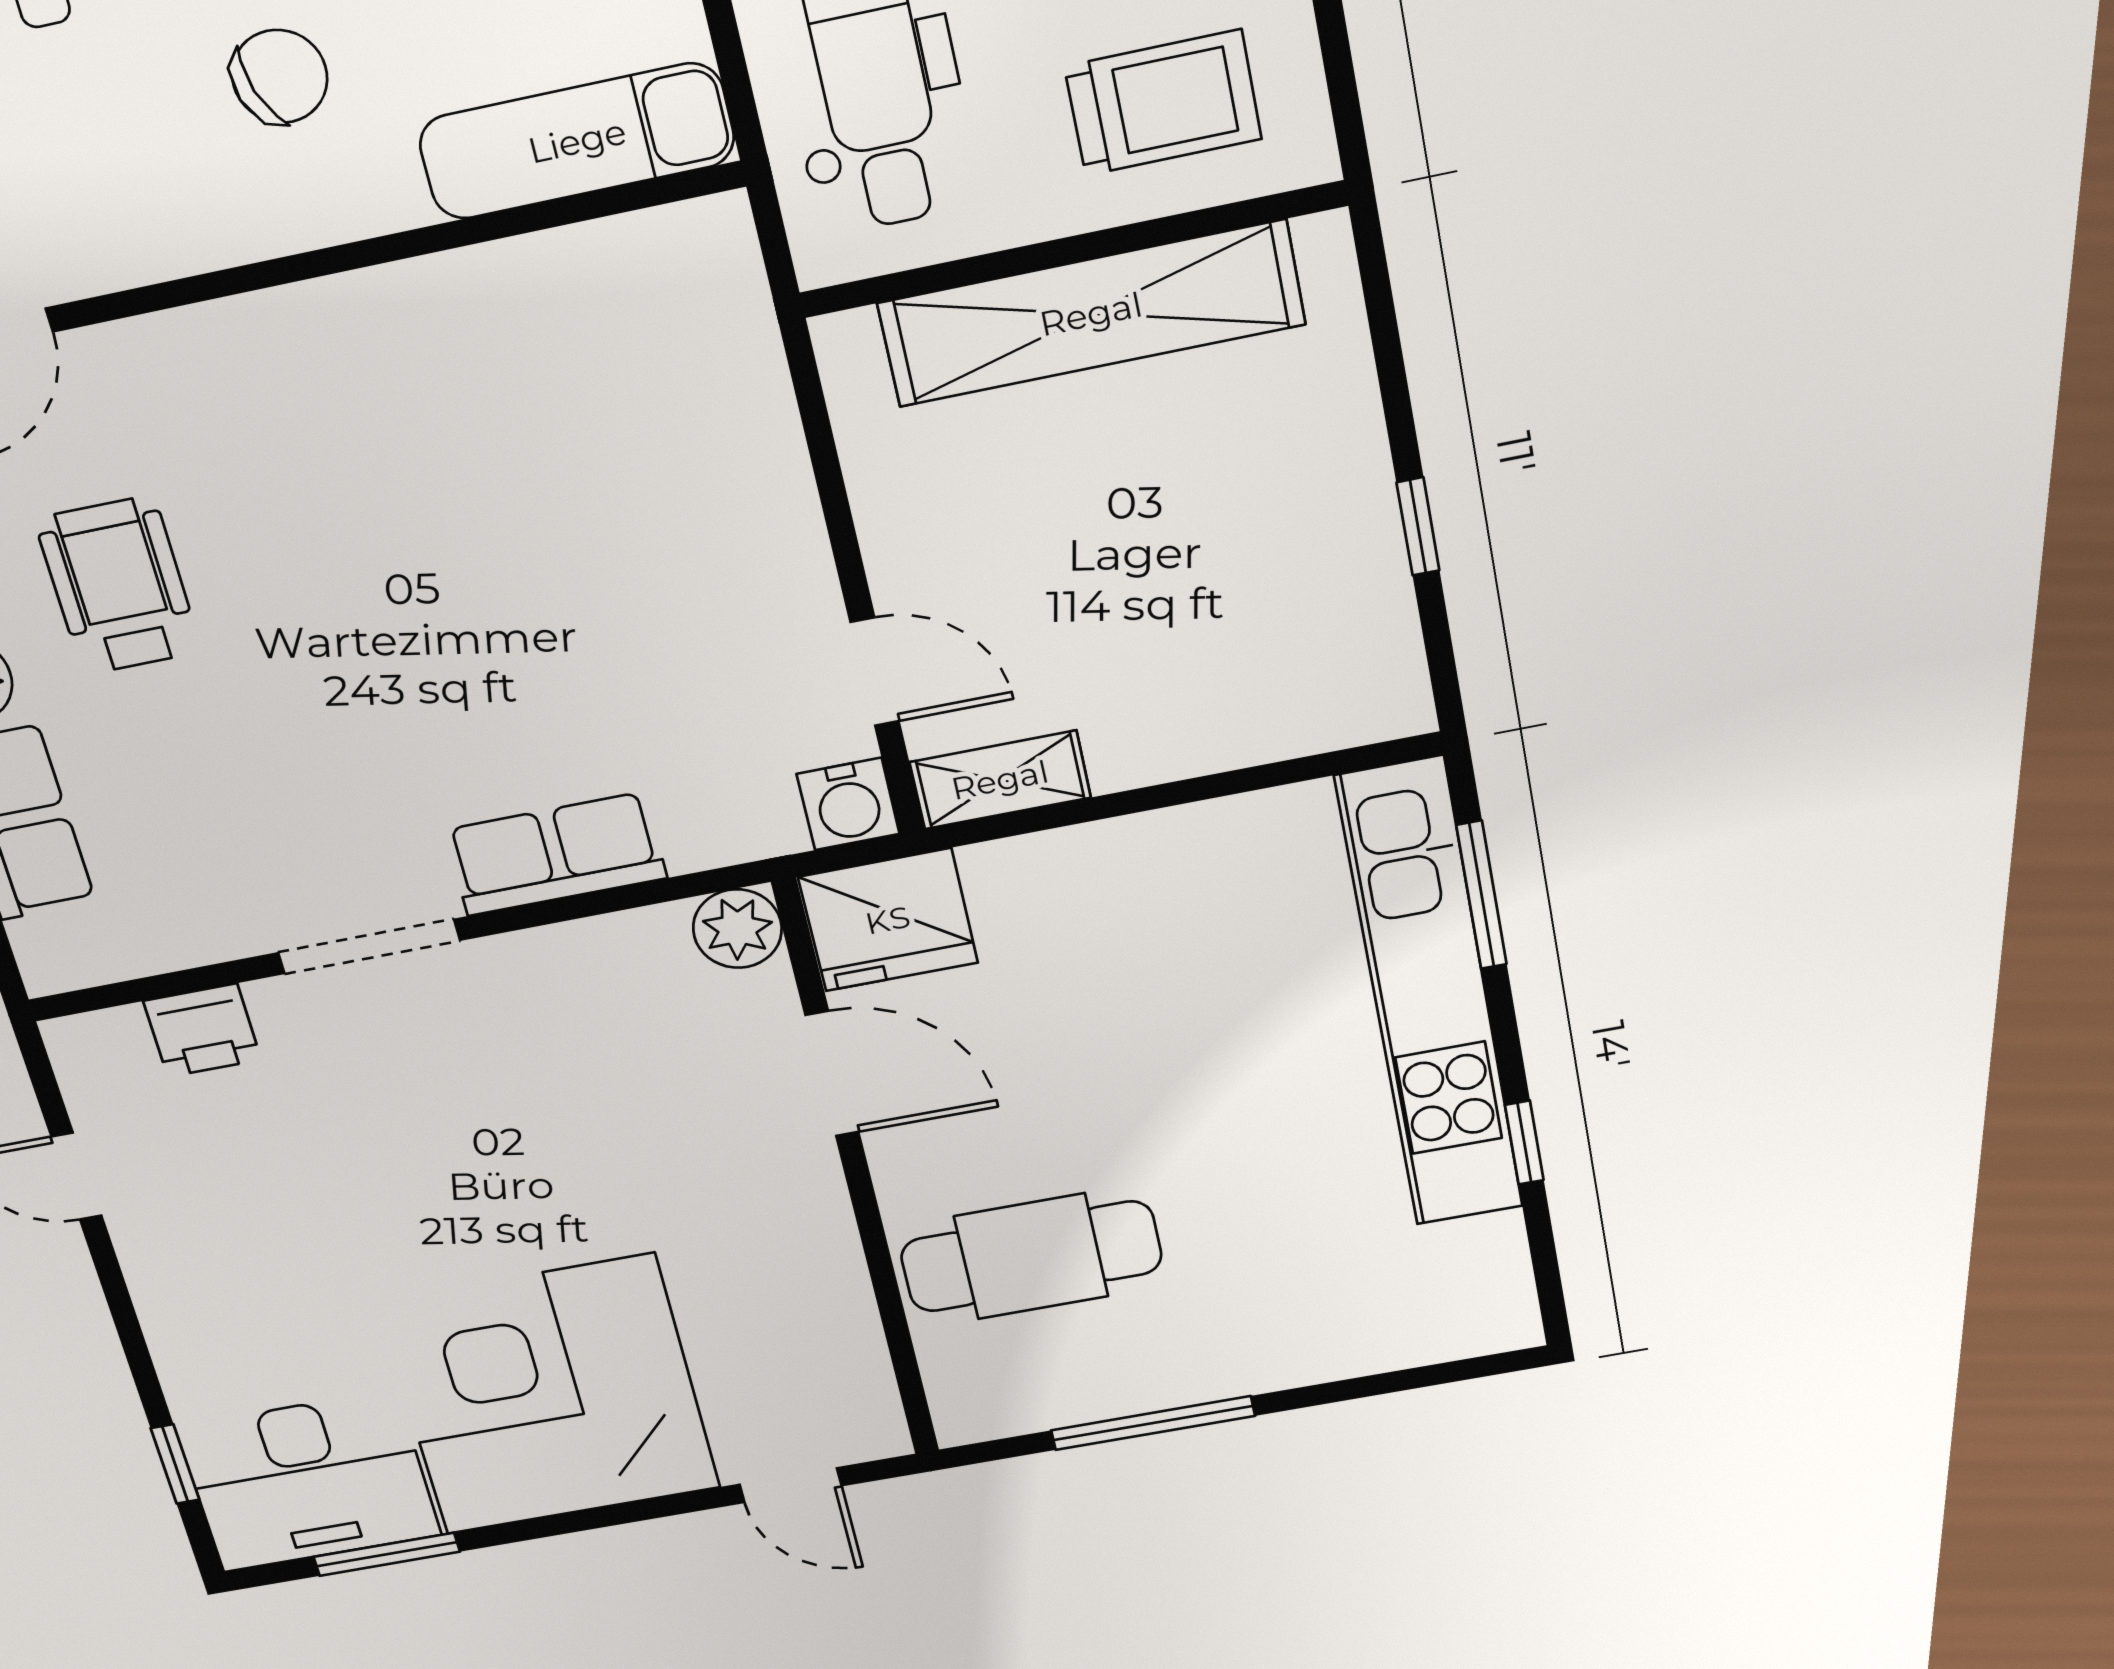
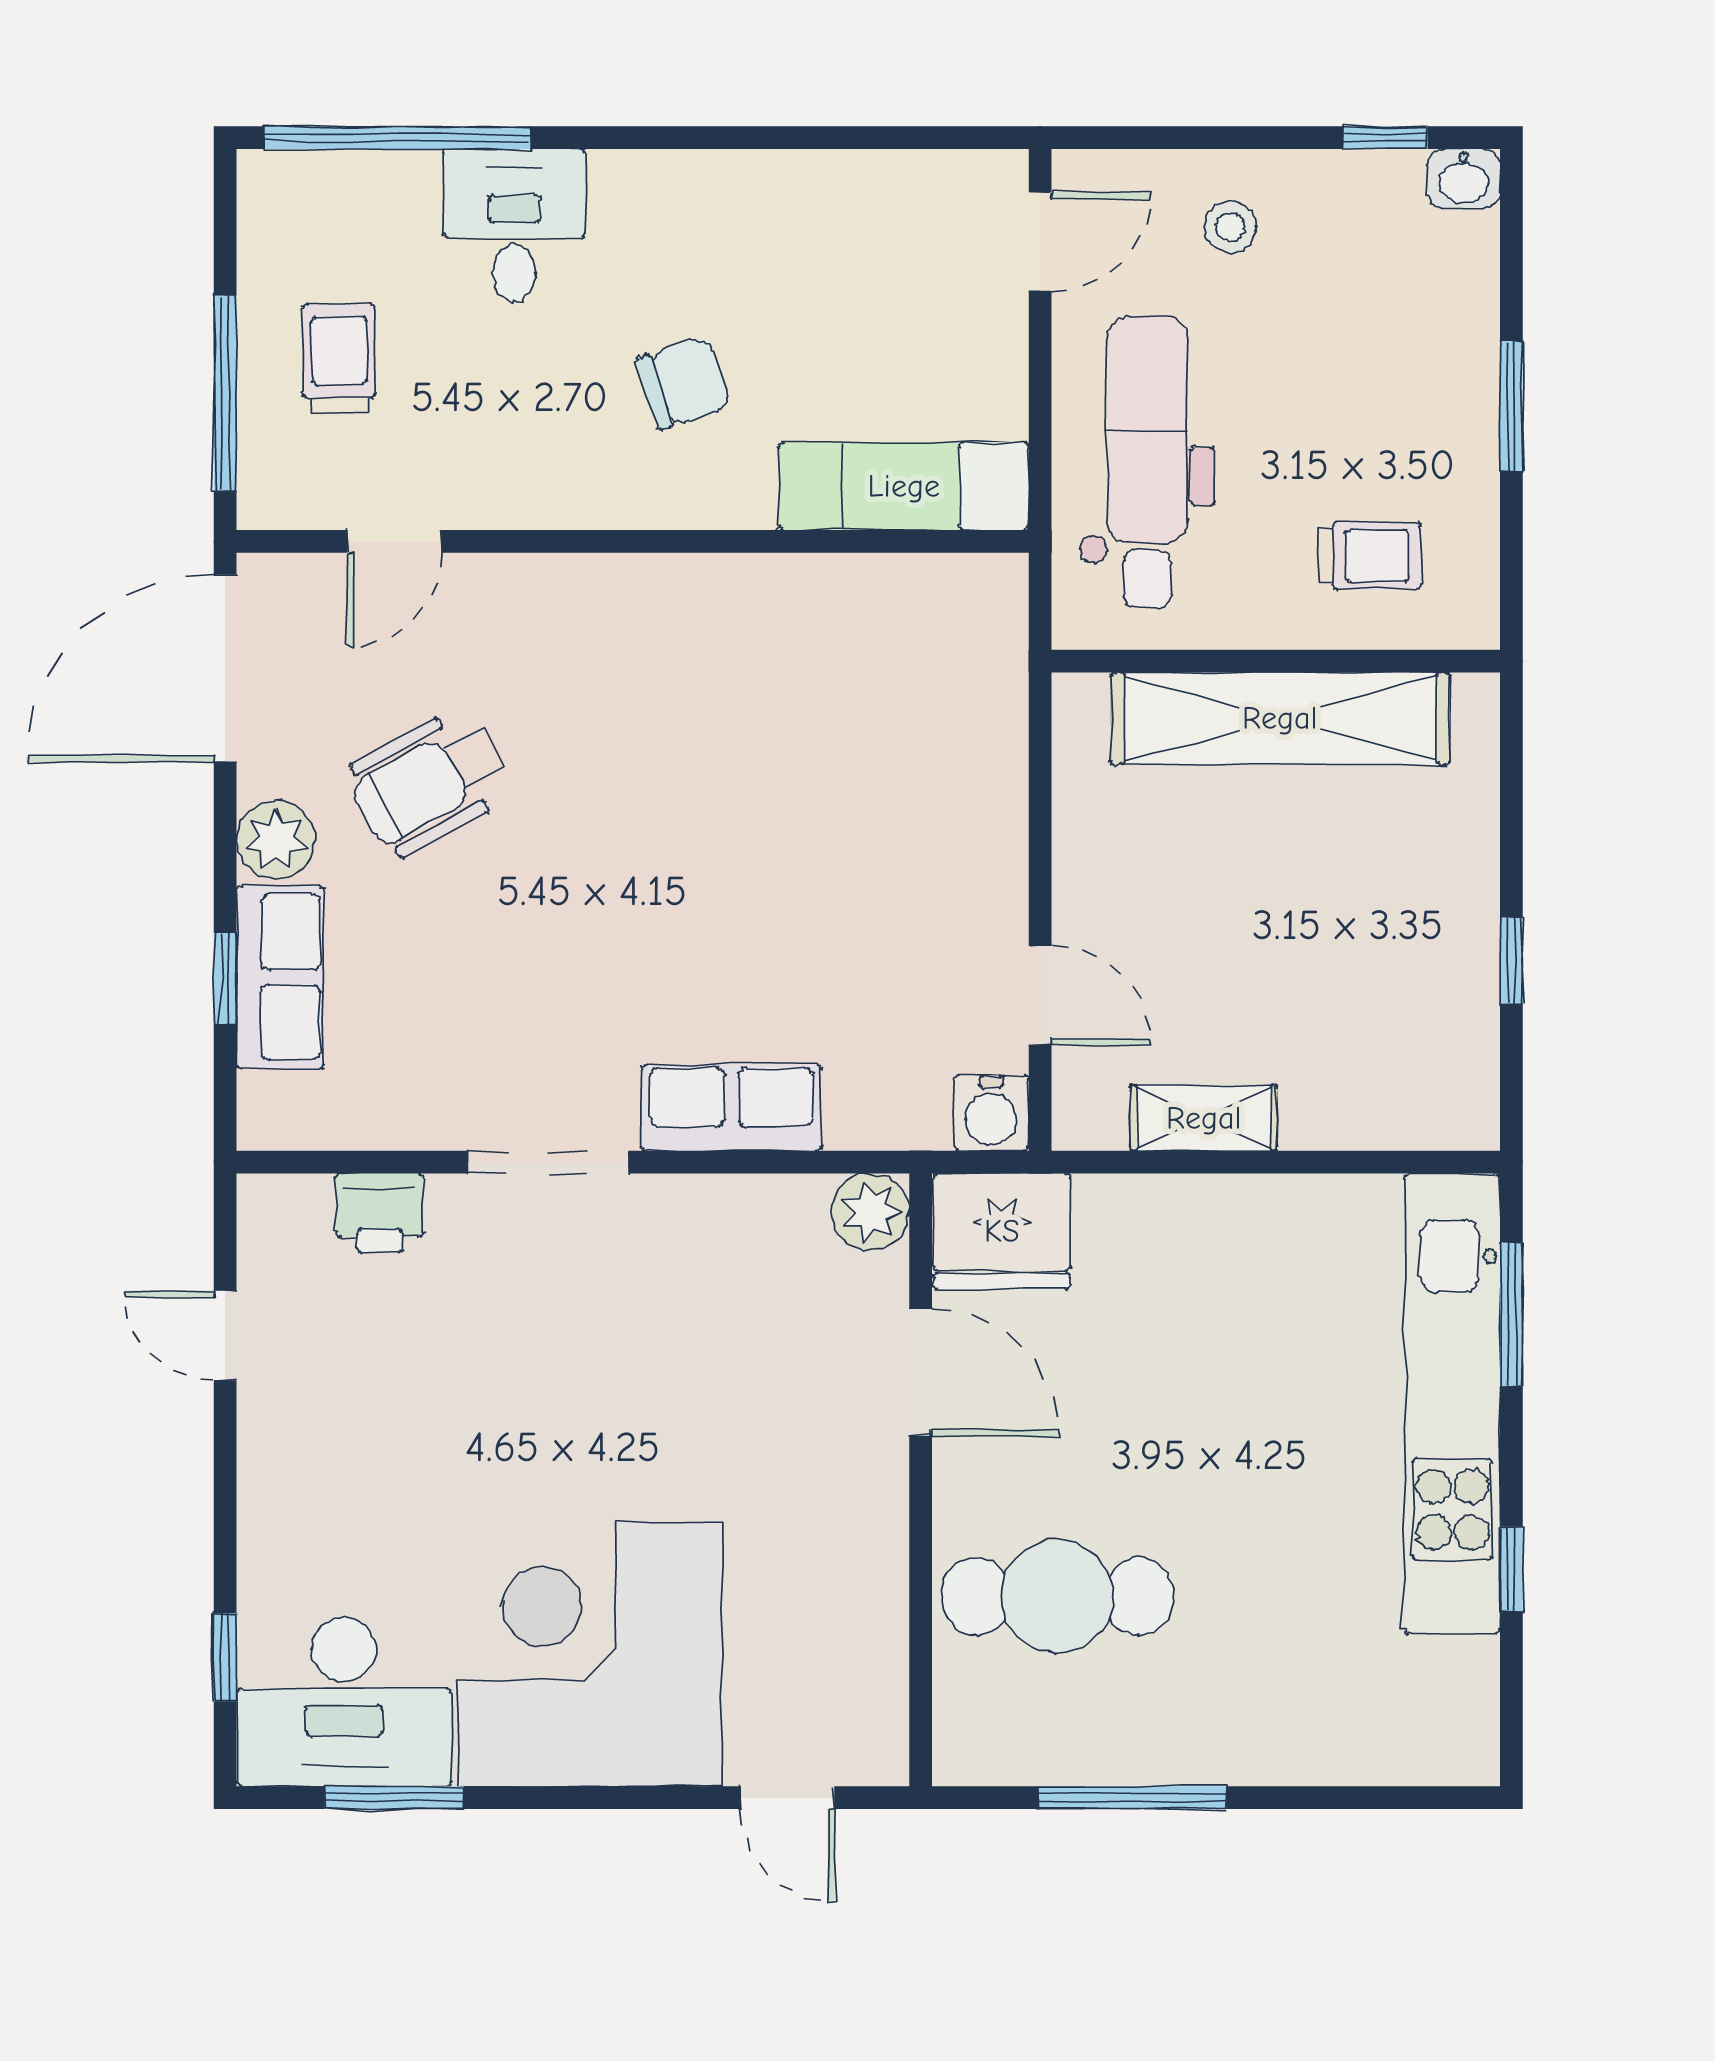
trolley: (1163, 103) -> (1370, 556), width x0.73, depth x0.72
wheelchair: (118, 586) -> (429, 782), turned -119
shelving: (1000, 780) -> (1204, 1118), moved

